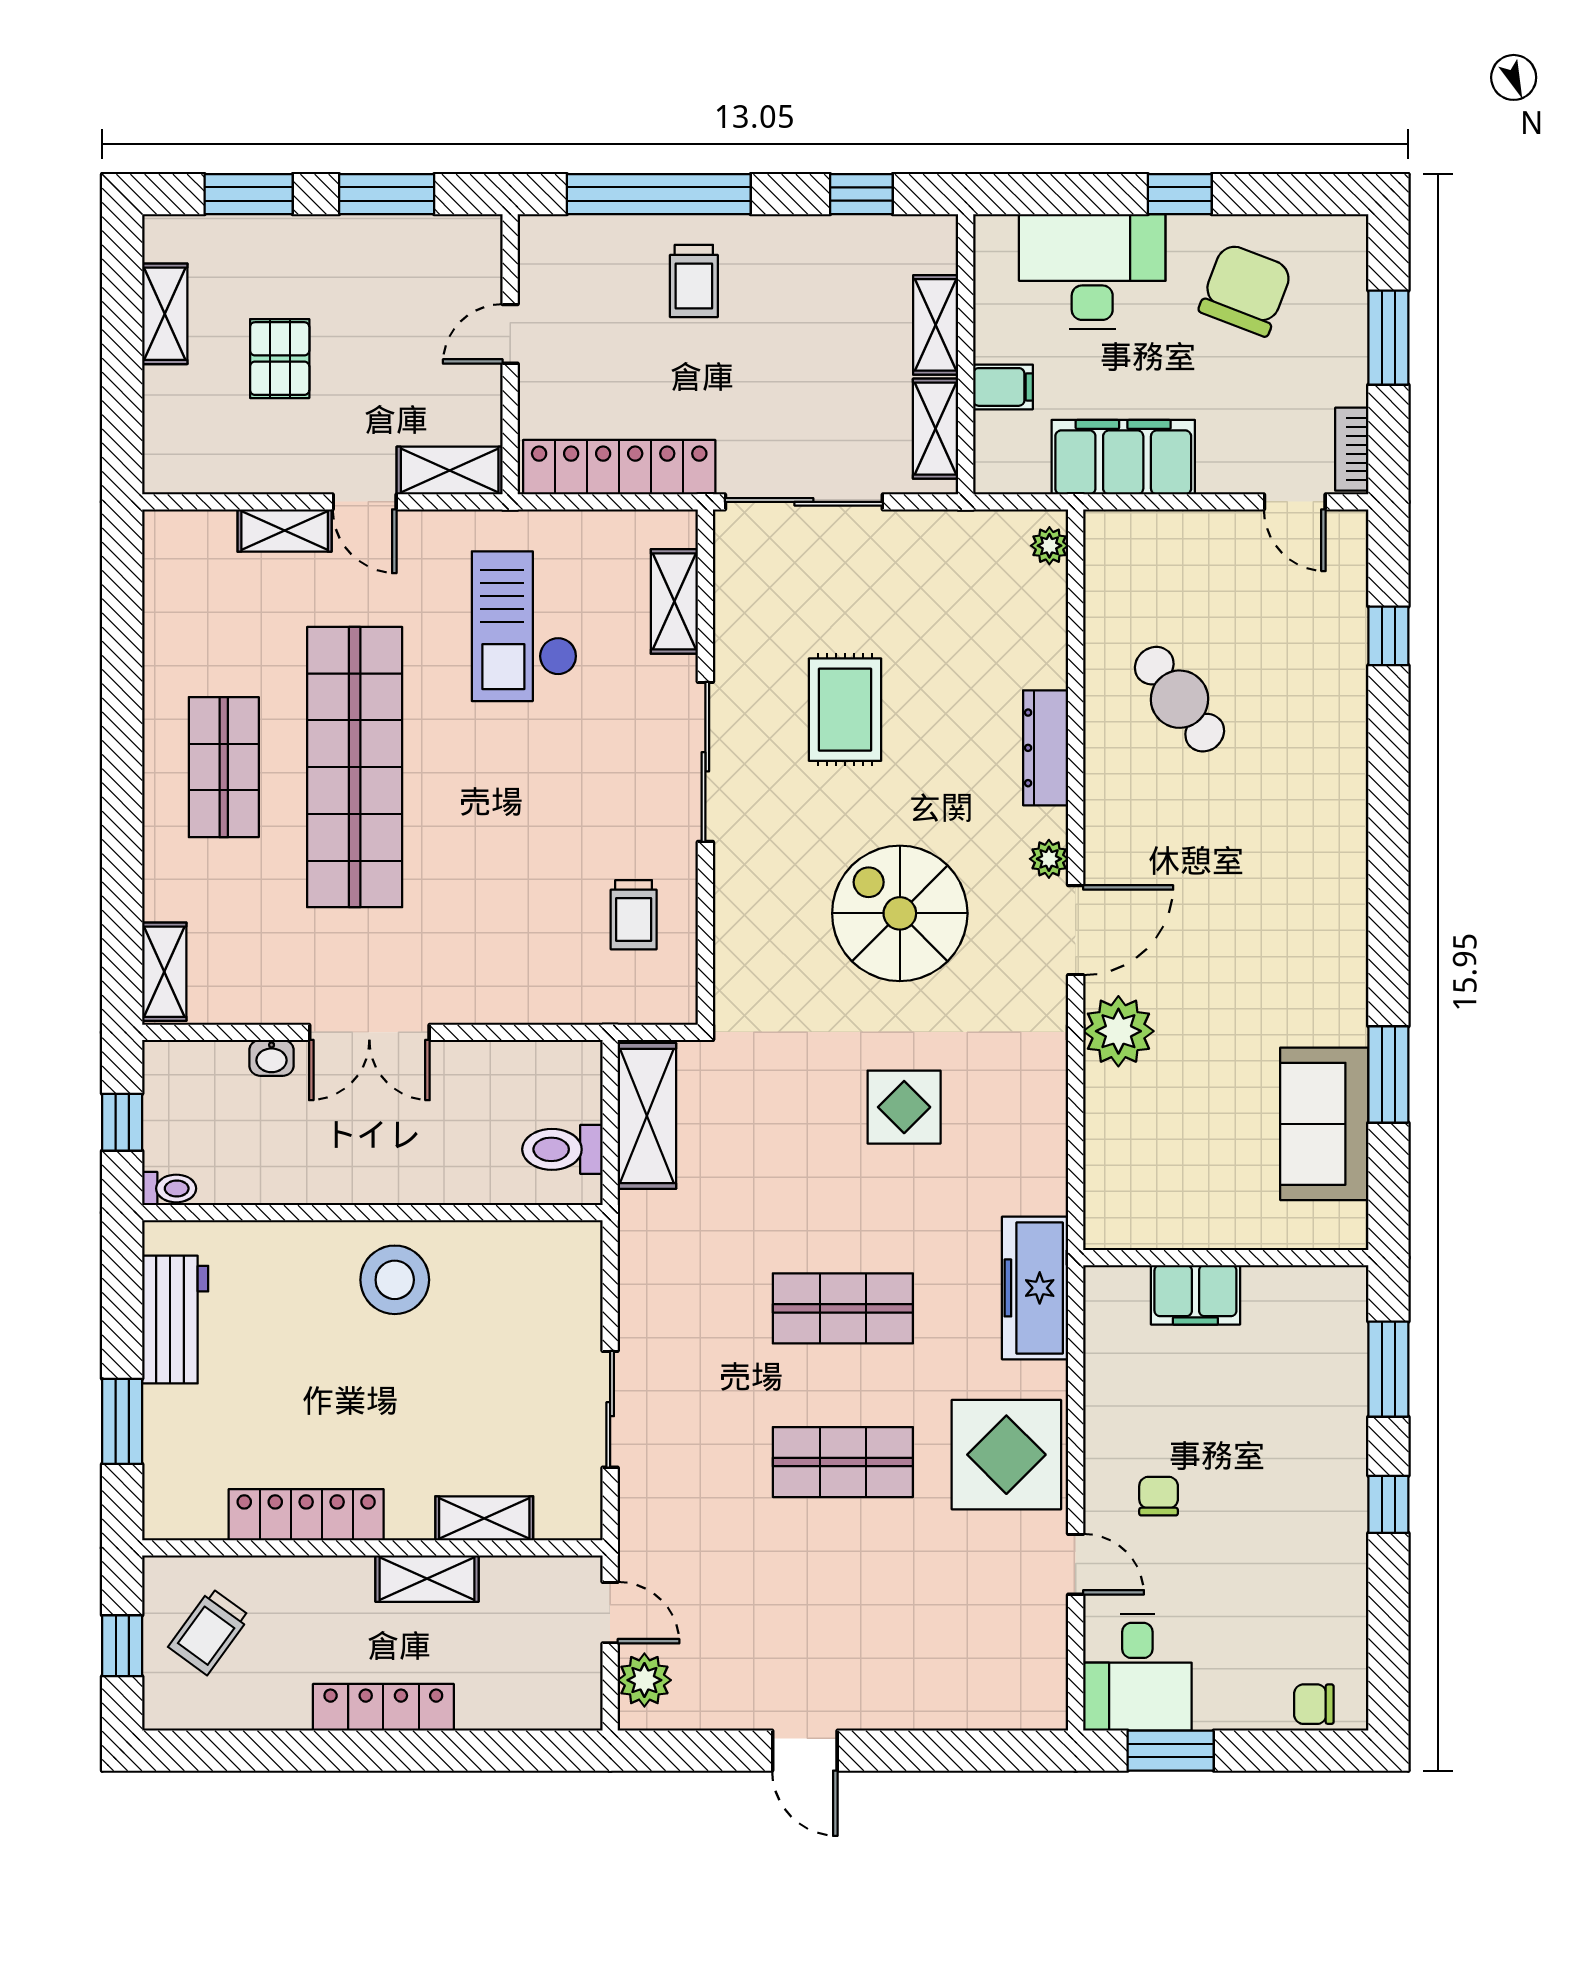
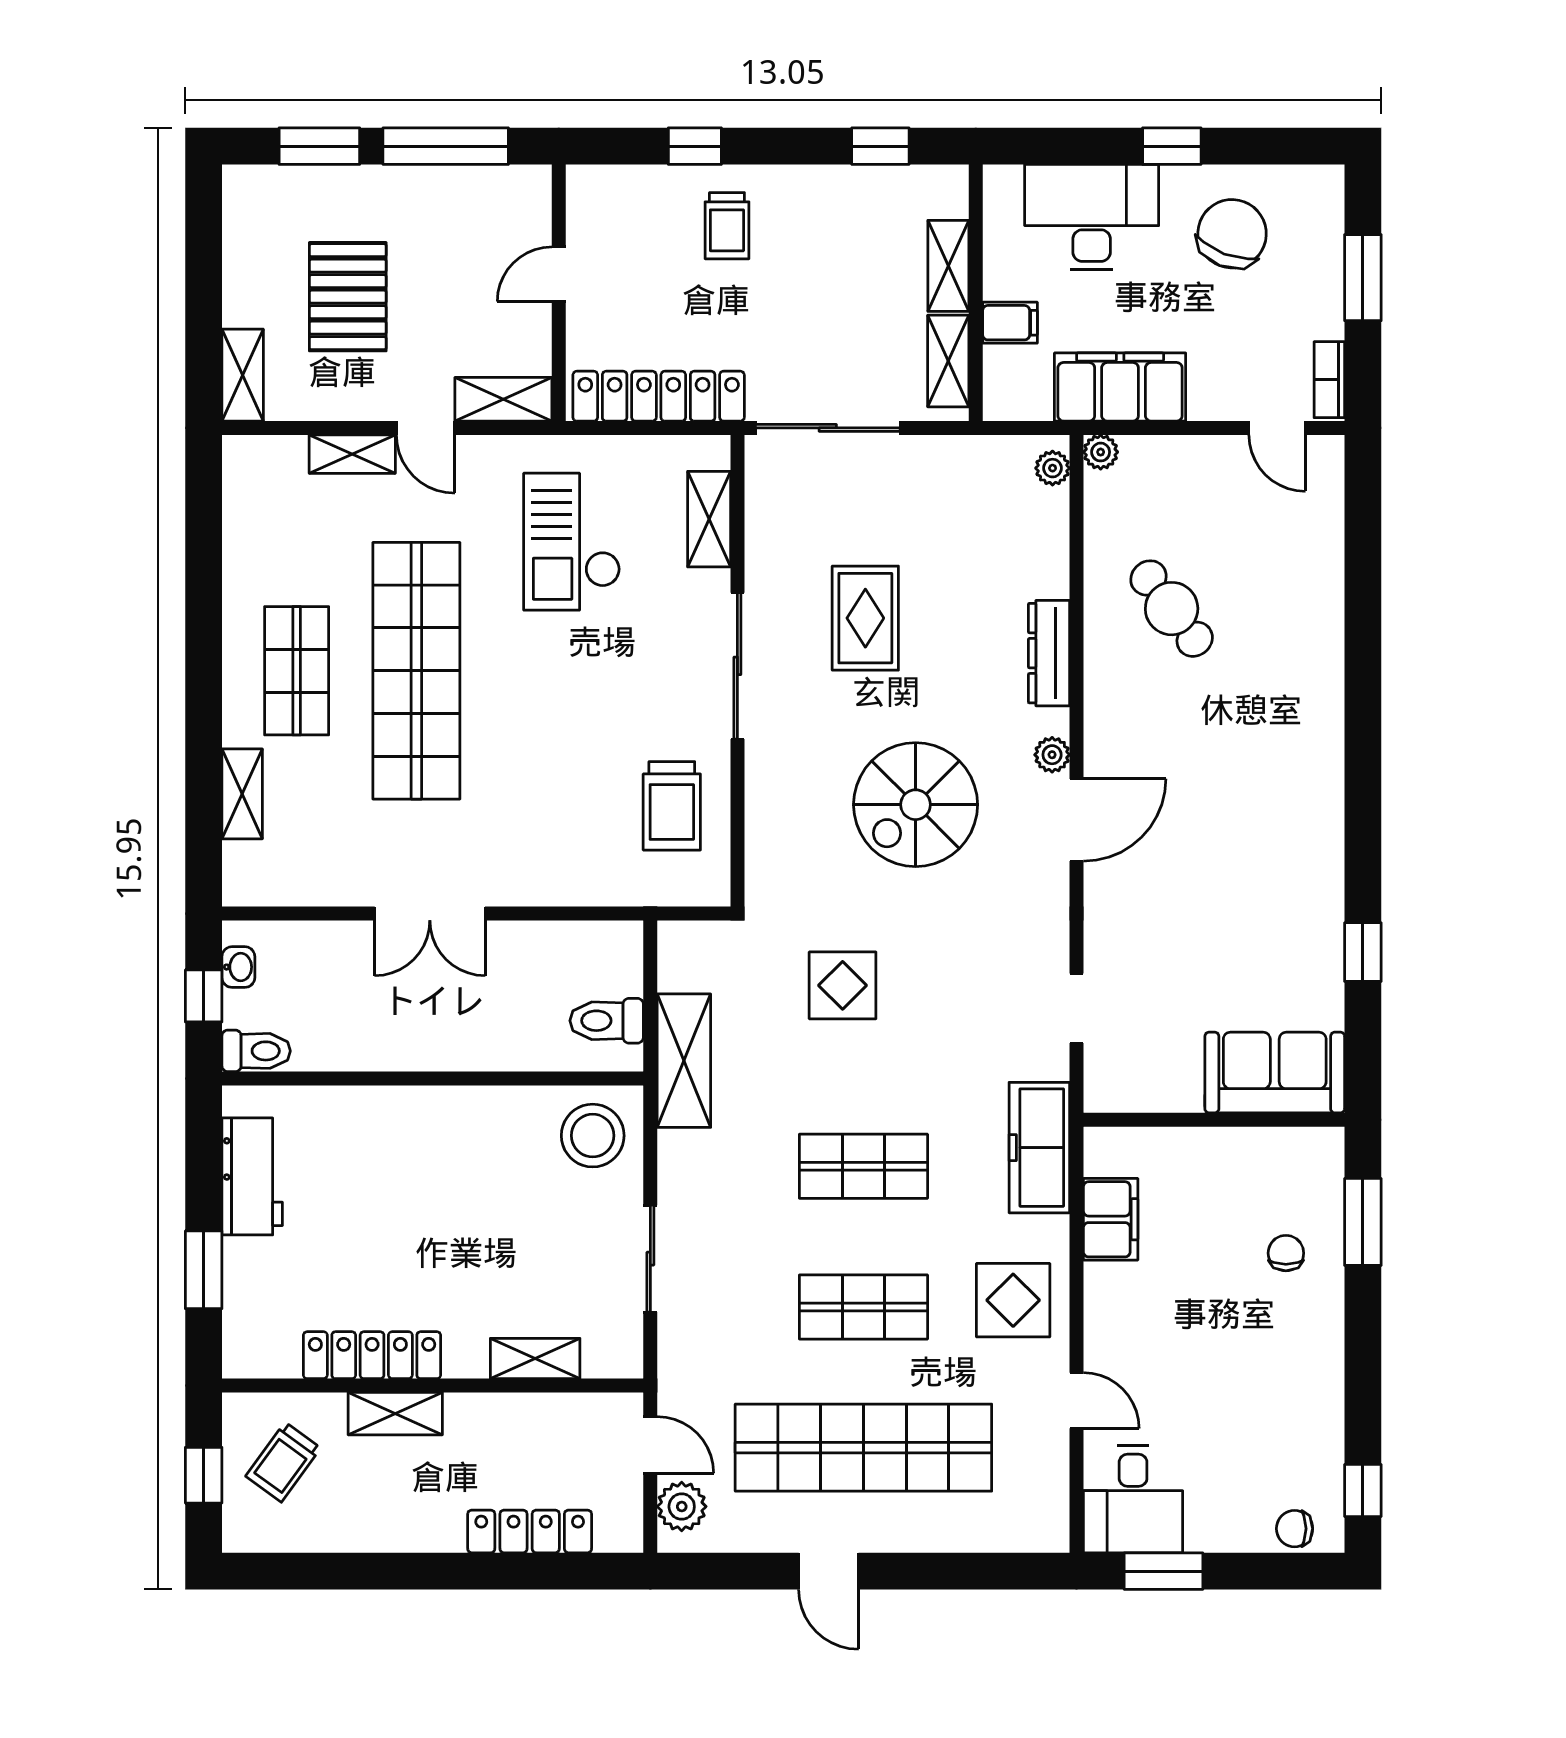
window: (387, 194) -> (446, 146), width x1.44
window: (659, 194) -> (695, 146), width x0.32
shelving: (165, 314) -> (243, 375), moved
pallet: (280, 359) -> (348, 297), width x1.50, depth x1.42
window: (1388, 636) -> (1363, 551), removed
spiral stairs: (900, 913) -> (916, 805), turned -90
trolley: (634, 915) -> (672, 806), width x1.36, depth x1.39
shelving: (164, 972) -> (242, 794), moved
plant: (1118, 1031) -> (1101, 452), moved, width x0.53, depth x0.53
washbasin: (272, 1058) -> (238, 967), moved, turned -90
window: (1388, 1074) -> (1363, 952), width x0.67
display table: (904, 1107) -> (843, 985), moved
shelving: (647, 1116) -> (684, 1061), moved
sofa: (1324, 1124) -> (1275, 1073), moved, turned 90
doorway: (1076, 1136) -> (1076, 1008), added
toilet: (169, 1188) -> (256, 1051), width x1.37, depth x1.39
stool: (395, 1280) -> (593, 1136), moved
filing cabinet: (1195, 1295) -> (1111, 1219), moved, turned -90
display table: (1006, 1455) -> (1013, 1300), width x0.73, depth x0.73
chair: (1159, 1496) -> (1286, 1253), moved
window: (1388, 1504) -> (1363, 1491), moved
shelving: (427, 1579) -> (395, 1414), moved
shop shelf: (843, 1616) -> (863, 1448), added
locker: (383, 1707) -> (530, 1531), moved

